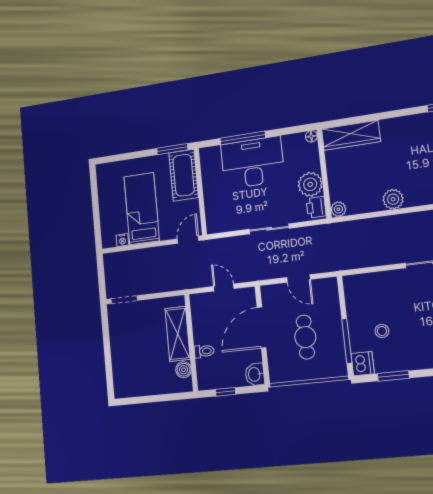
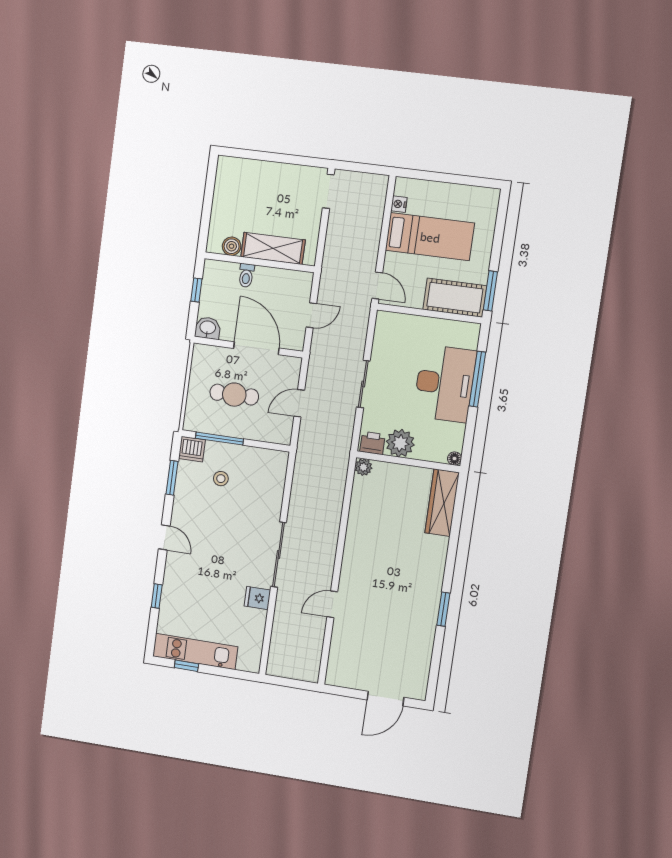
plant: (393, 199) -> (357, 529), removed

